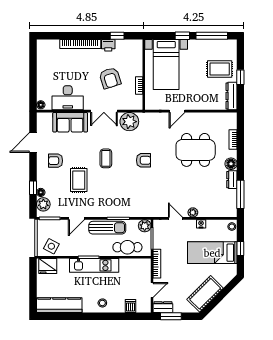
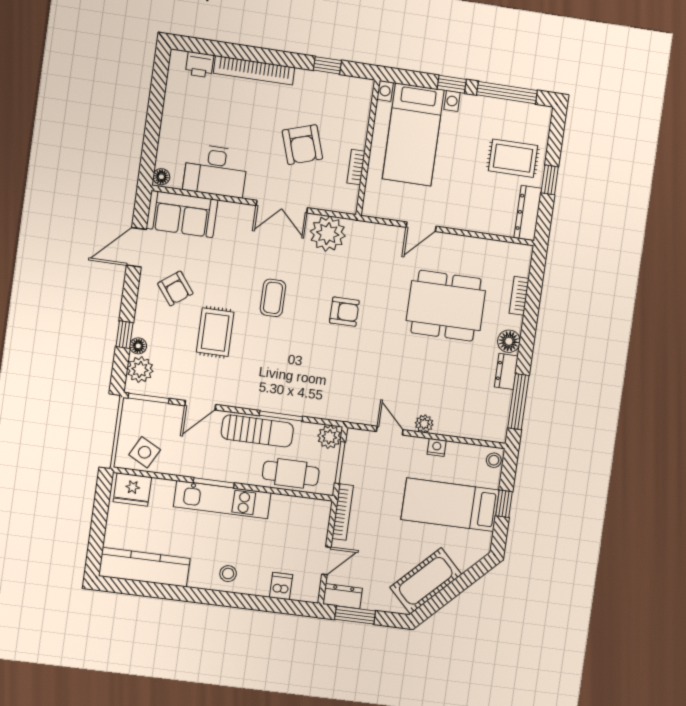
printer: (108, 45) -> (200, 65), moved
sofa: (70, 122) -> (182, 214), moved
armchair: (56, 161) -> (175, 288), turned -127

